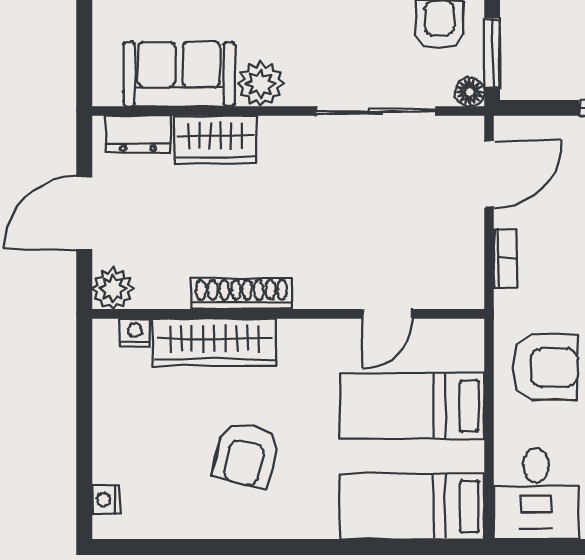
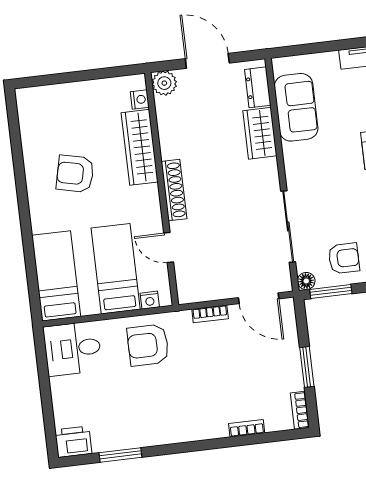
plant: (261, 84) -> (296, 156), removed
shoe rack: (241, 294) -> (174, 190), moved
armchair: (545, 368) -> (148, 345), turned 90
nightstand: (106, 500) -> (150, 300), moved, turned 180

